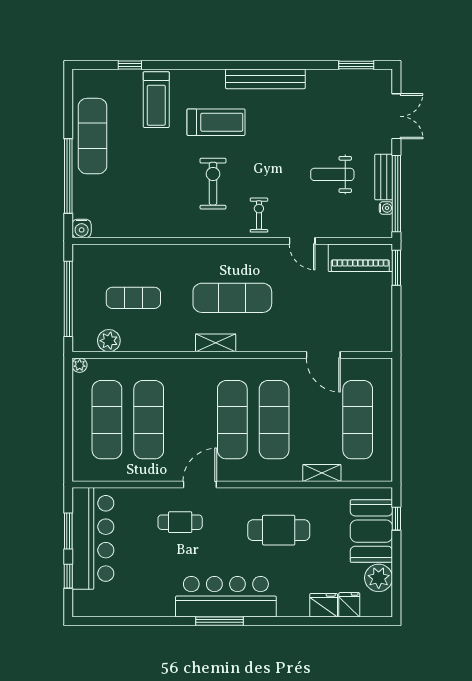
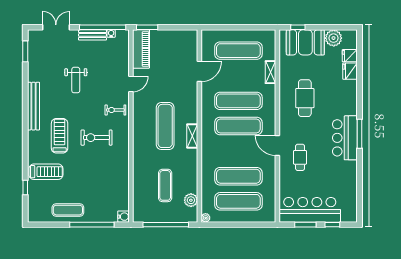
exercise mat: (93, 136) -> (68, 210), width x0.73, depth x0.69
weight bench: (332, 174) -> (76, 80), moved
bar counter: (226, 597) -> (345, 138), width x0.73

